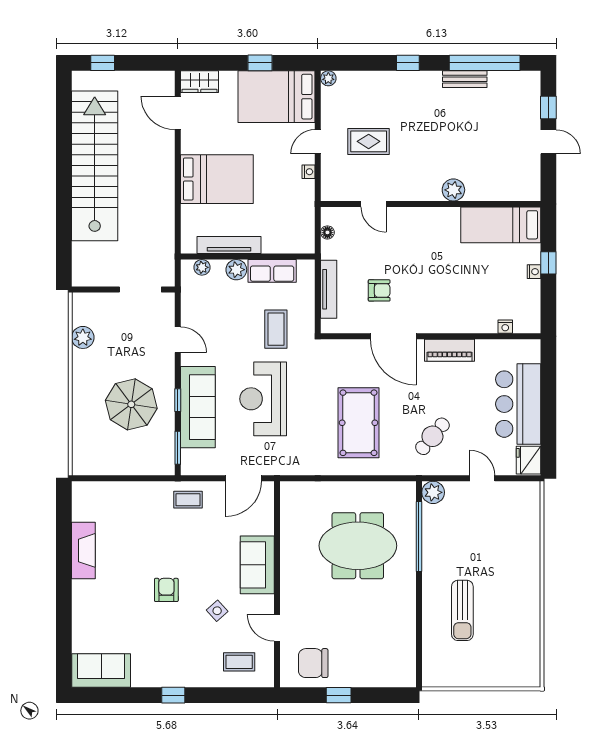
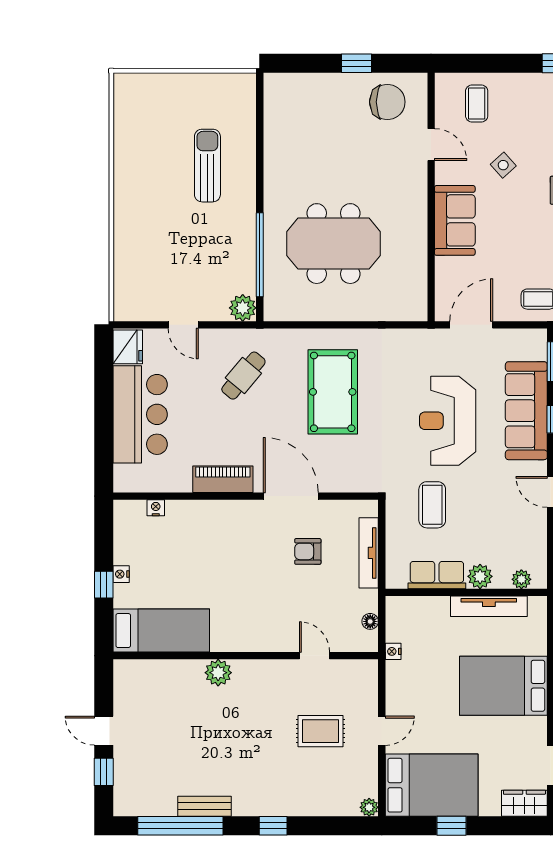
nightstand: (308, 172) -> (393, 651), moved
reception desk: (263, 399) -> (448, 421), turned 180
coffee table: (239, 662) -> (477, 103), turned 90

